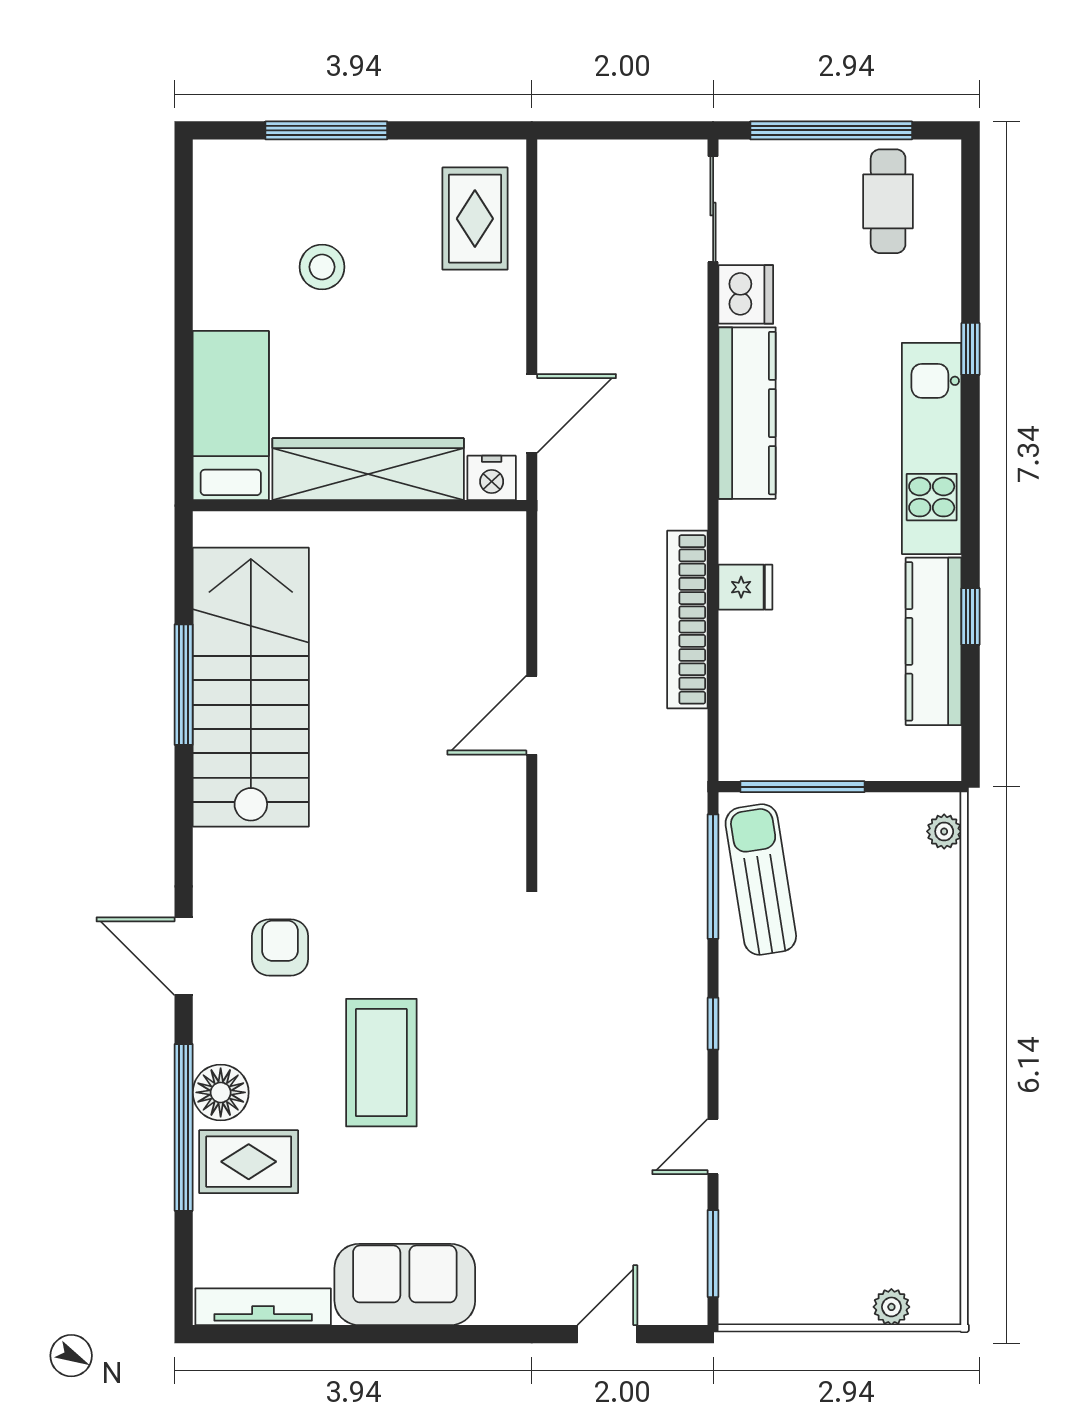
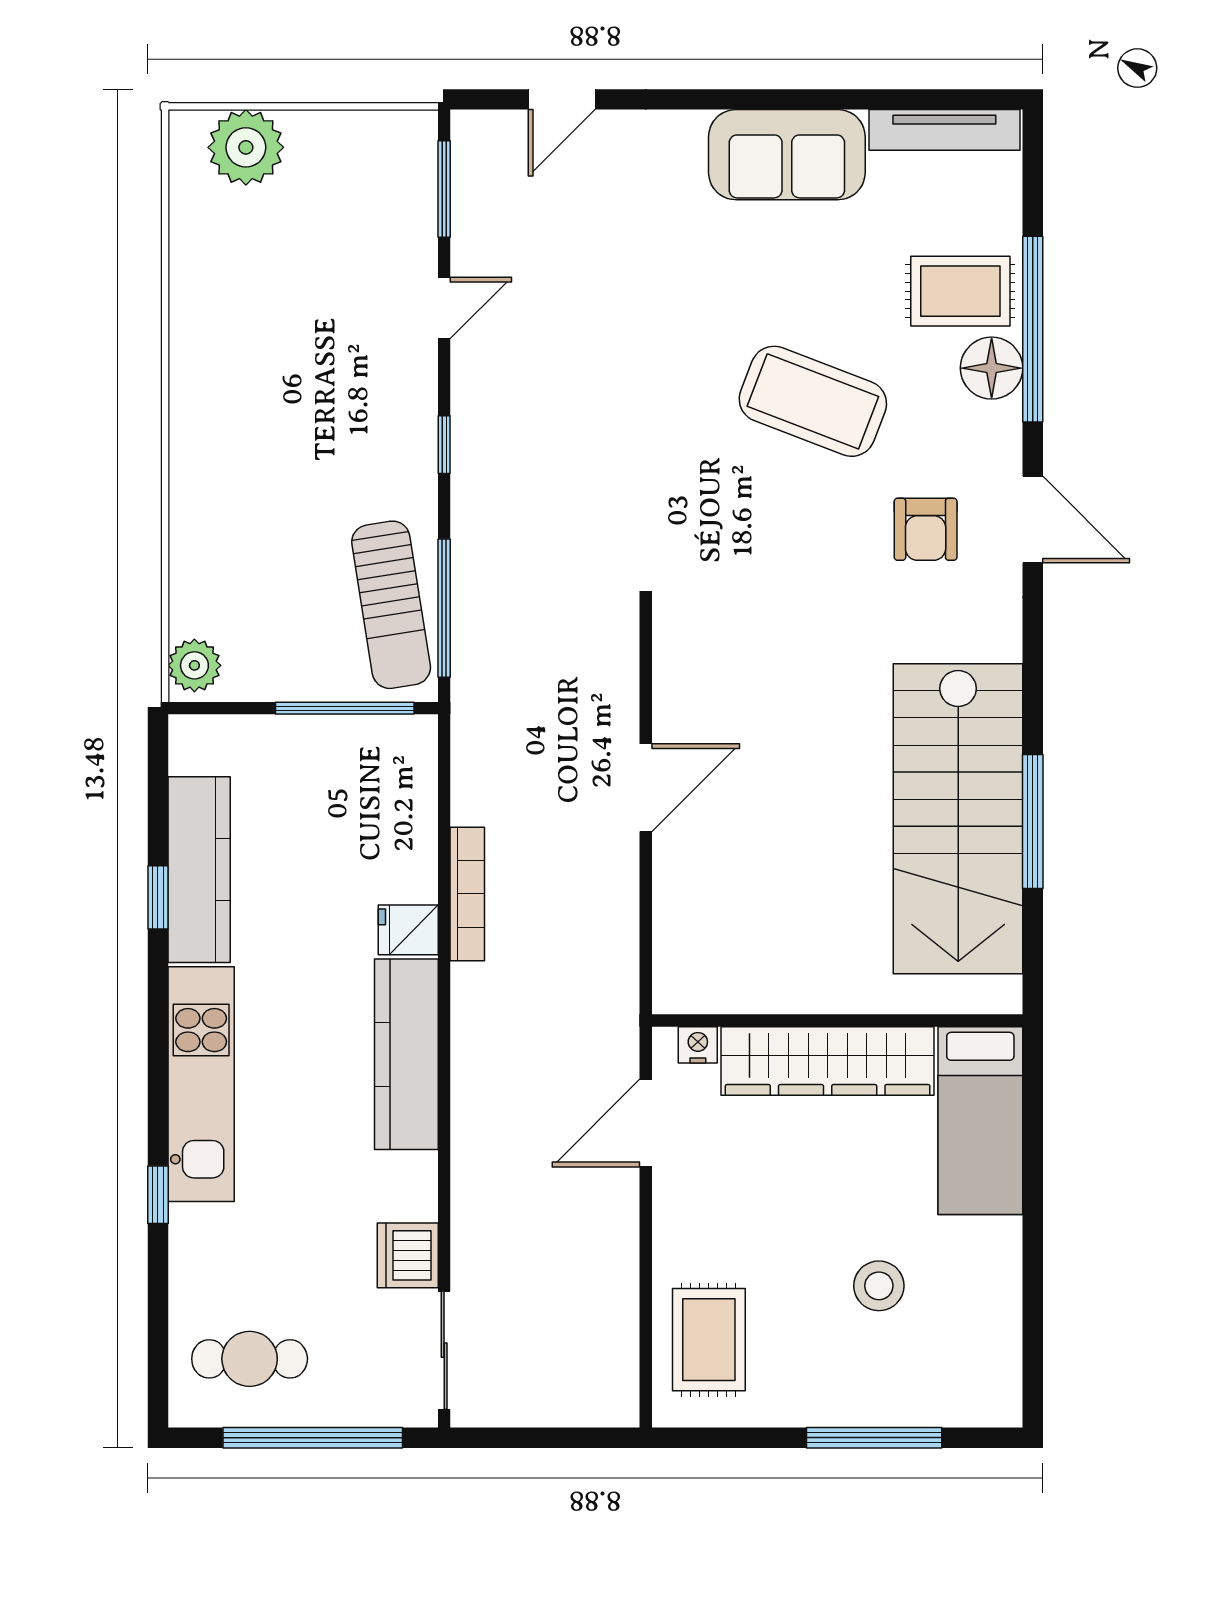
cafe table: (888, 201) -> (250, 1359), turned 90
kitchen counter: (747, 413) -> (406, 1054), moved
nightstand: (492, 478) -> (698, 1045), width x0.72, depth x0.74
bookcase: (687, 619) -> (467, 894), width x0.68, depth x0.76
plant: (944, 831) -> (194, 665), width x1.38, depth x1.38
coffee table: (381, 1063) -> (813, 401), turned -69
plant: (891, 1307) -> (246, 147), width x1.88, depth x1.88

